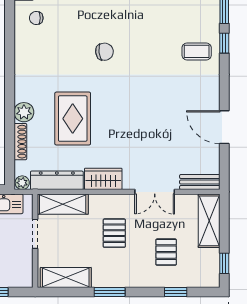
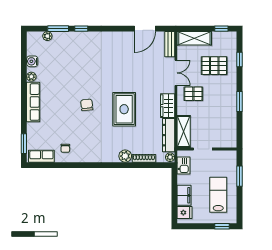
coffee table: (197, 51) -> (87, 46), removed
rug: (73, 119) -> (124, 109), moved, turned 90
door: (224, 127) -> (145, 29), moved
pallet: (114, 233) -> (193, 94), moved
pallet: (166, 252) -> (214, 66), width x1.50, depth x1.42
shelving: (66, 277) -> (230, 129), removed

